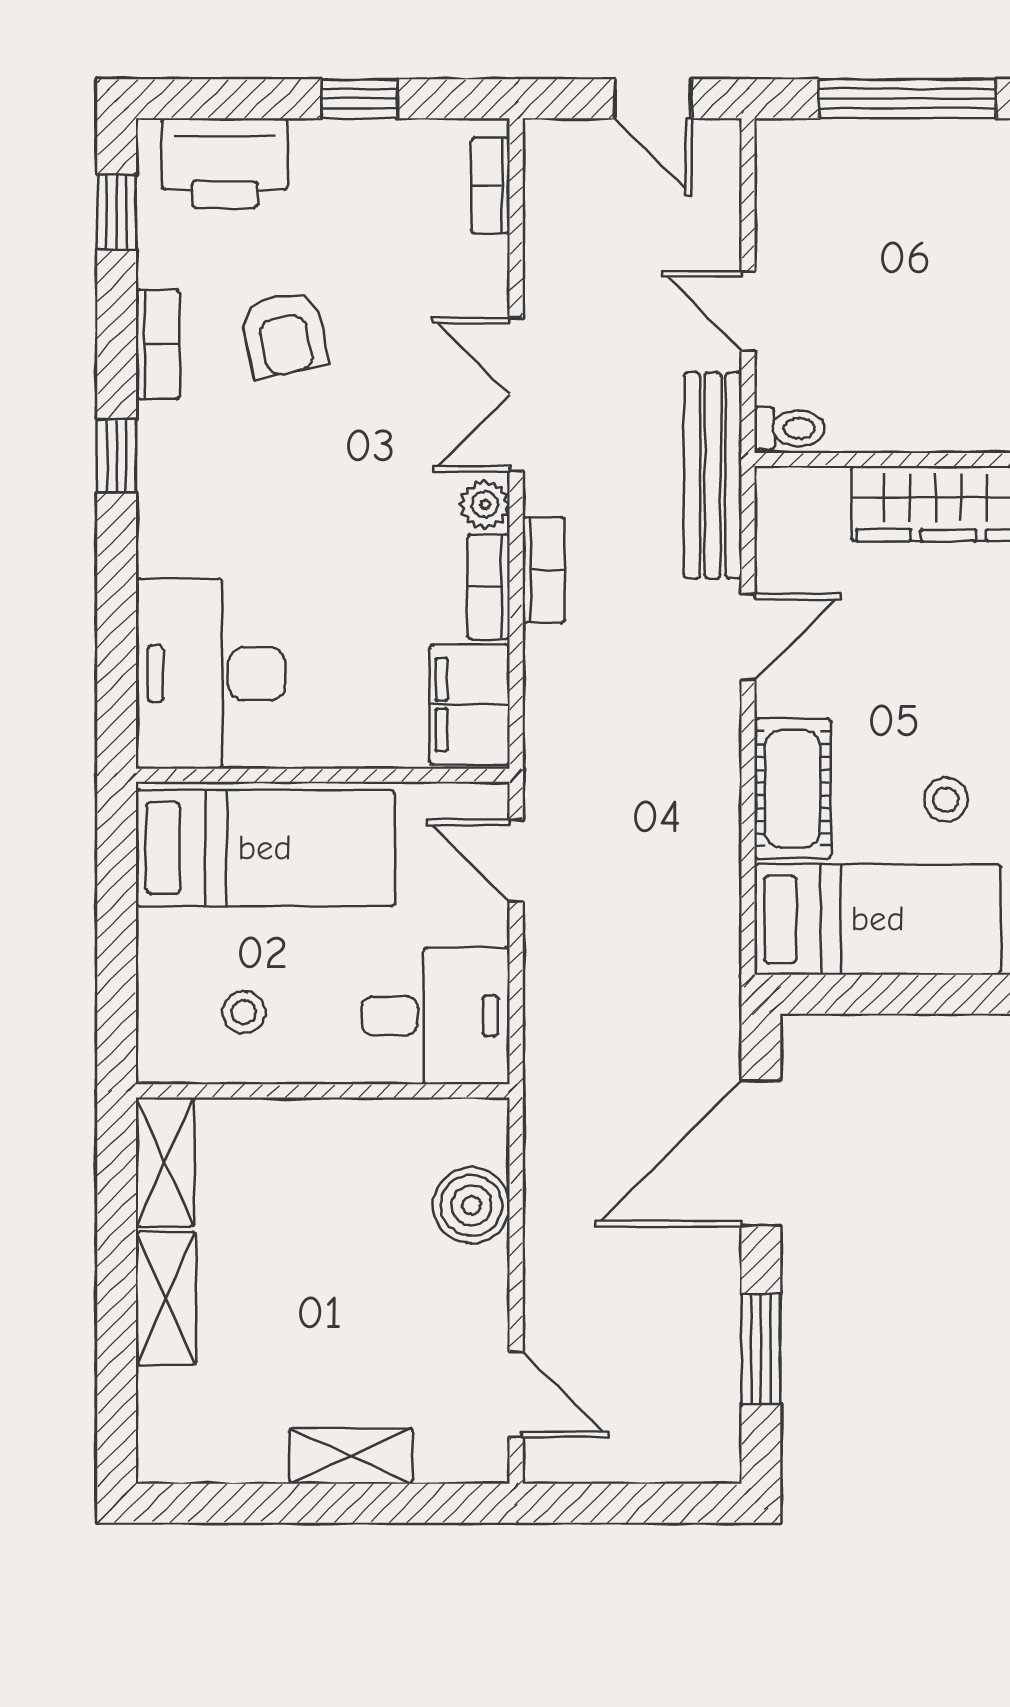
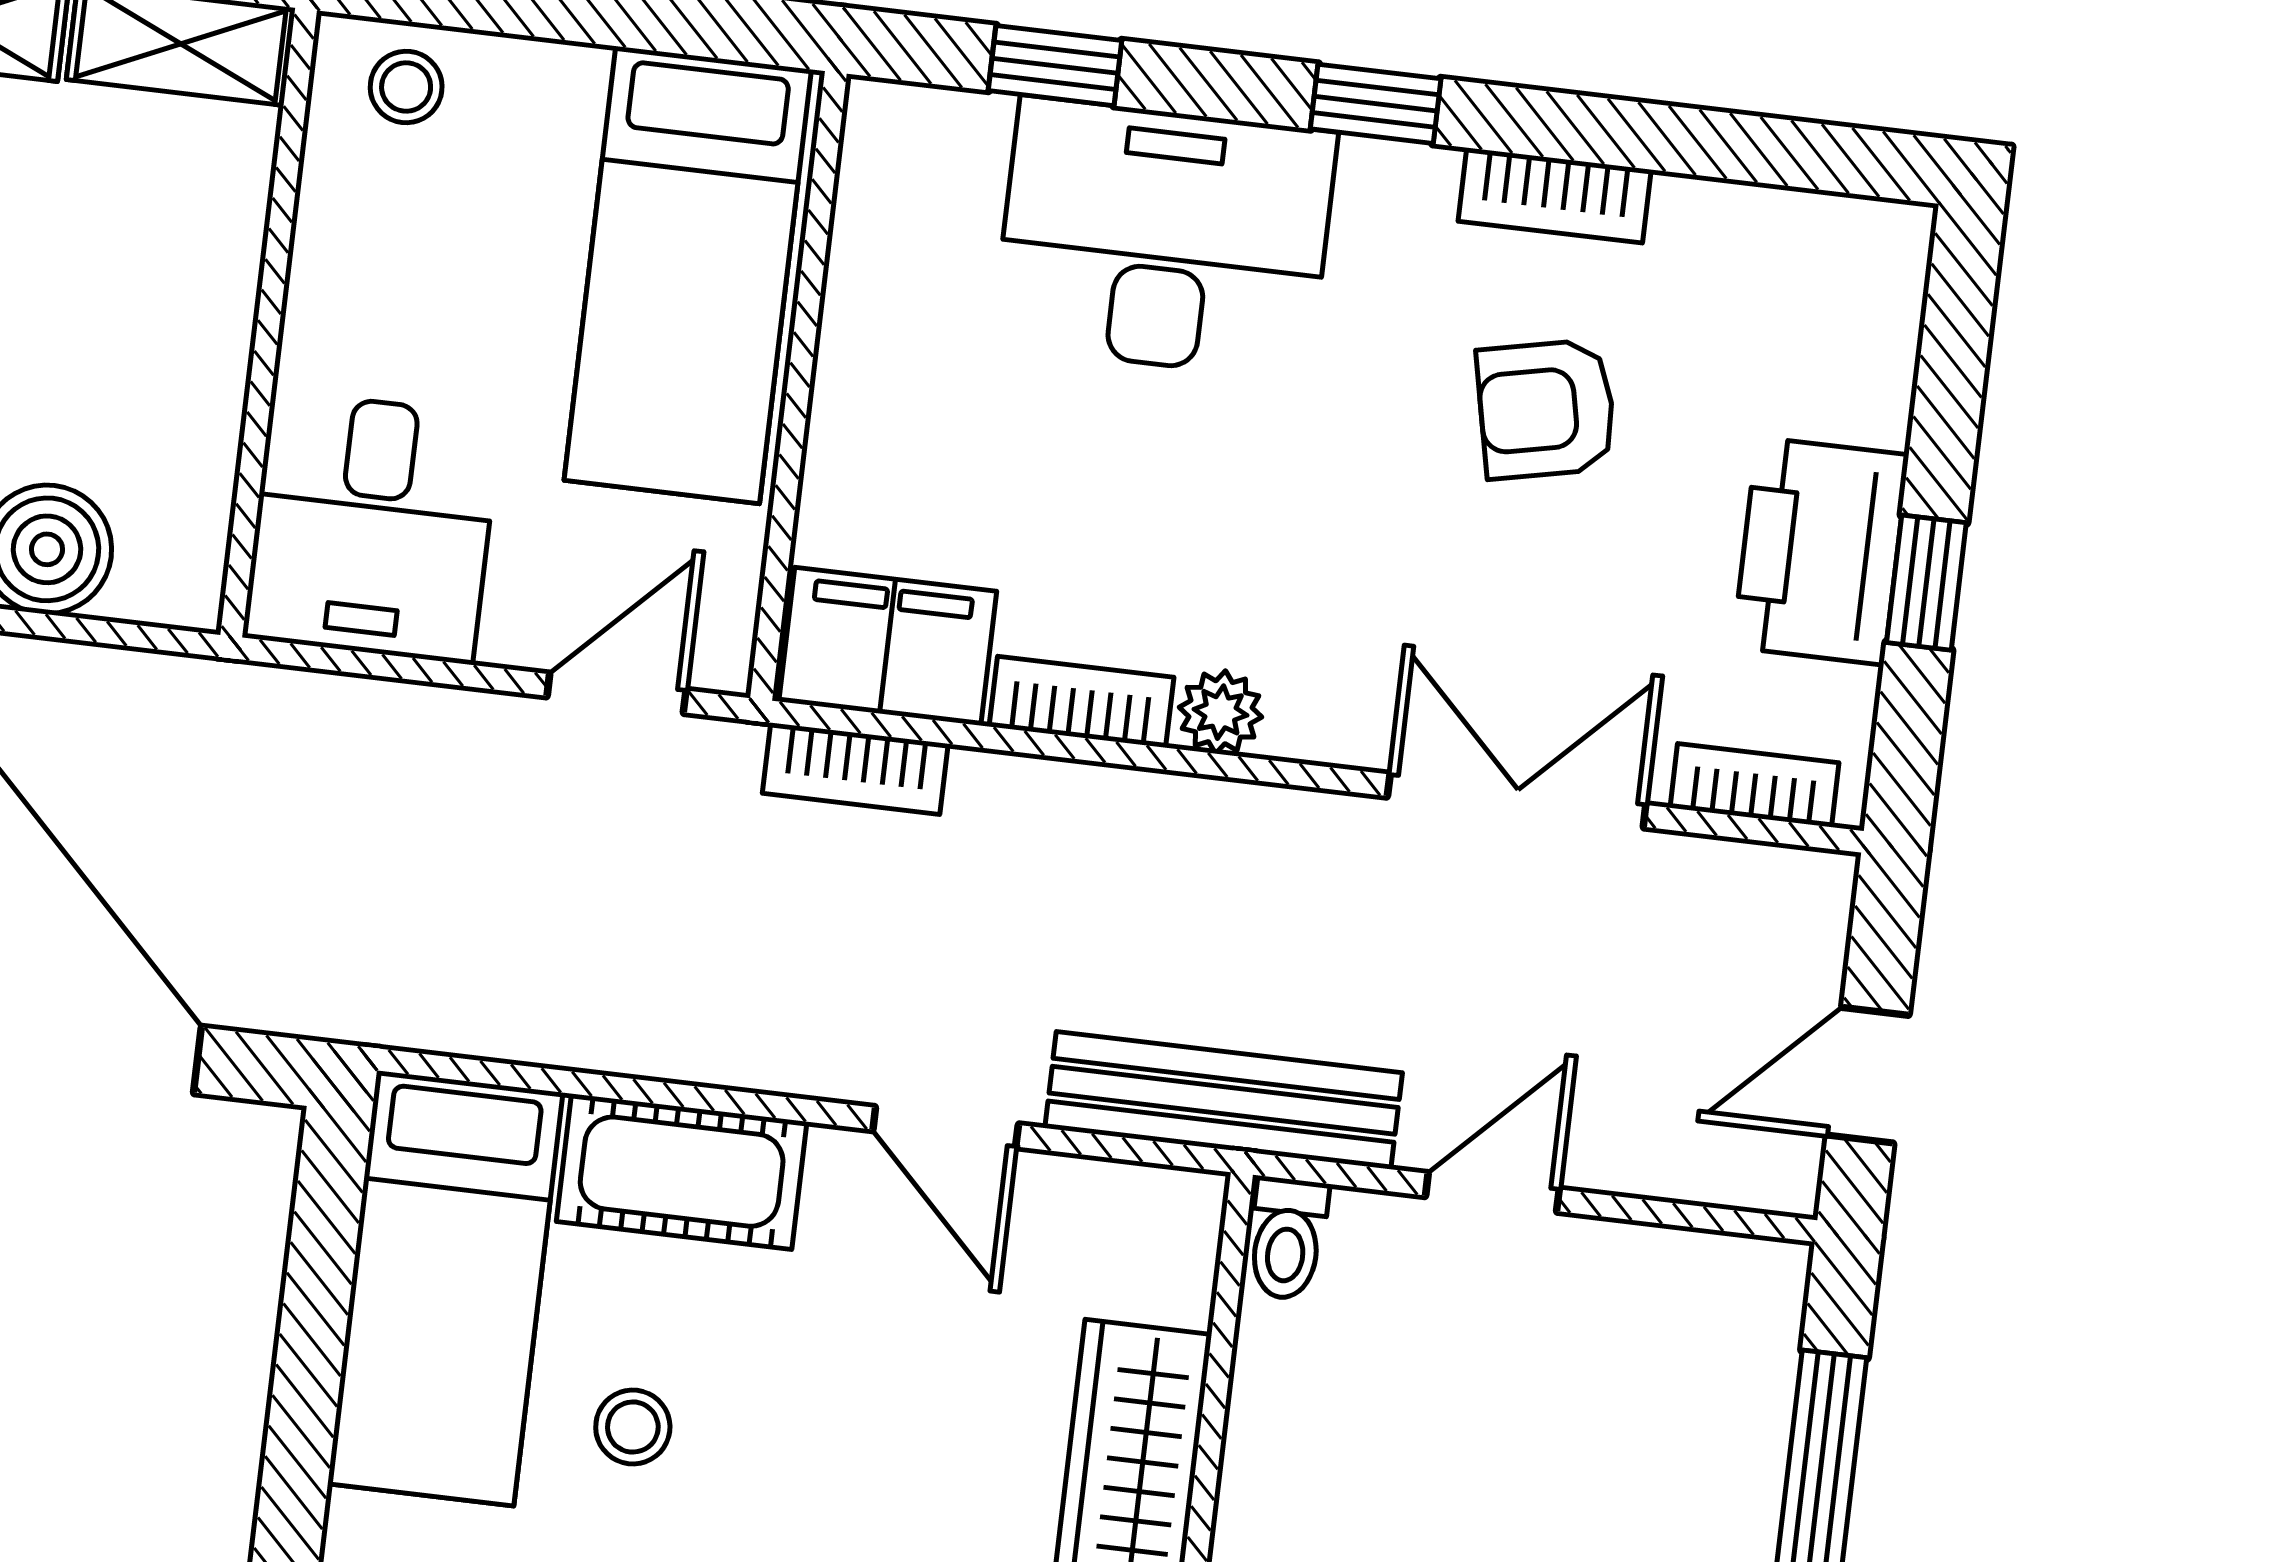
printer: (225, 163) -> (1821, 551), moved
window: (117, 212) -> (1055, 66), moved
double door: (516, 395) -> (1517, 801), moved
bookcase: (544, 570) -> (855, 769), moved
desk: (210, 674) -> (1165, 238), moved
stool: (244, 1012) -> (406, 87), moved

